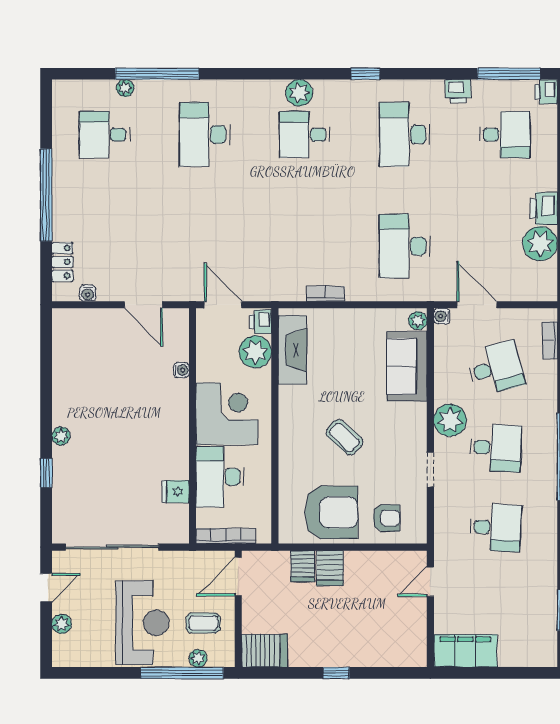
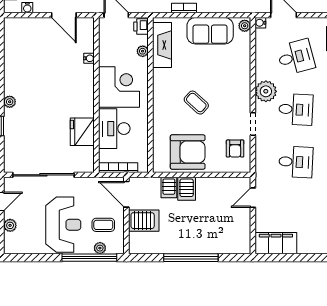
plant: (255, 352) -> (143, 51), width x0.53, depth x0.53
sofa: (407, 366) -> (210, 31), moved, turned -90
fridge: (176, 492) -> (82, 132), width x1.88, depth x1.34
armchair: (386, 518) -> (235, 149), moved, turned 90
door: (238, 577) -> (126, 194), hinge flipped
server rack: (265, 651) -> (144, 221), moved
window: (336, 673) -> (191, 258), width x3.17

